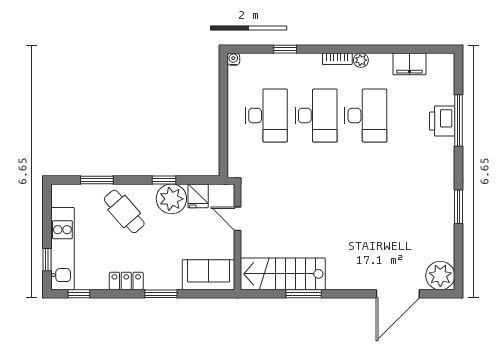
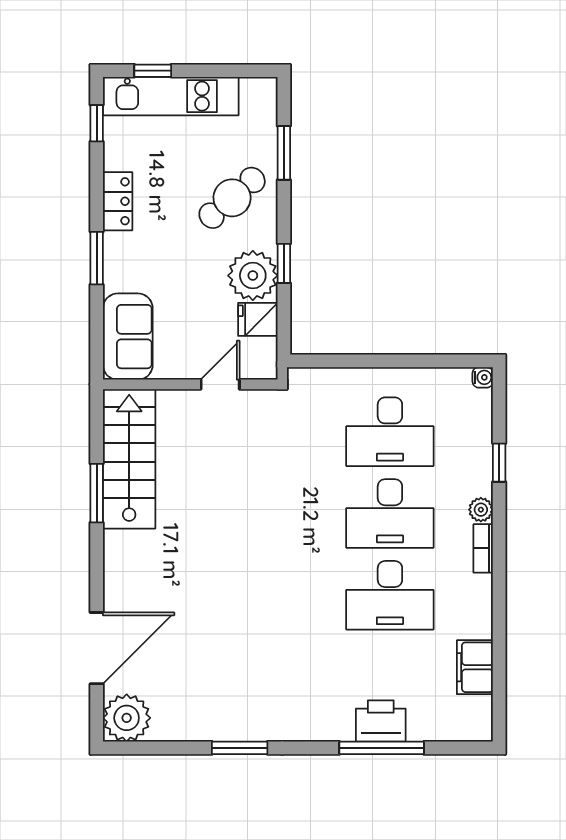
plant: (361, 60) -> (481, 510), moved
door: (398, 294) -> (97, 648), swing flipped

